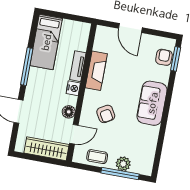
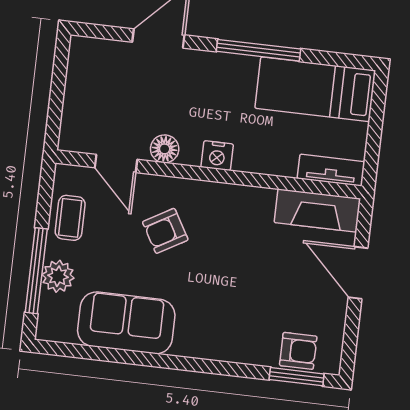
door: (130, 28) -> (358, 273), hinge flipped
tv unit: (78, 66) -> (331, 170), moved
fireplace: (96, 71) -> (317, 211), moved
sofa: (152, 103) -> (126, 323), moved
wardrobe: (47, 149) -> (80, 105), removed

